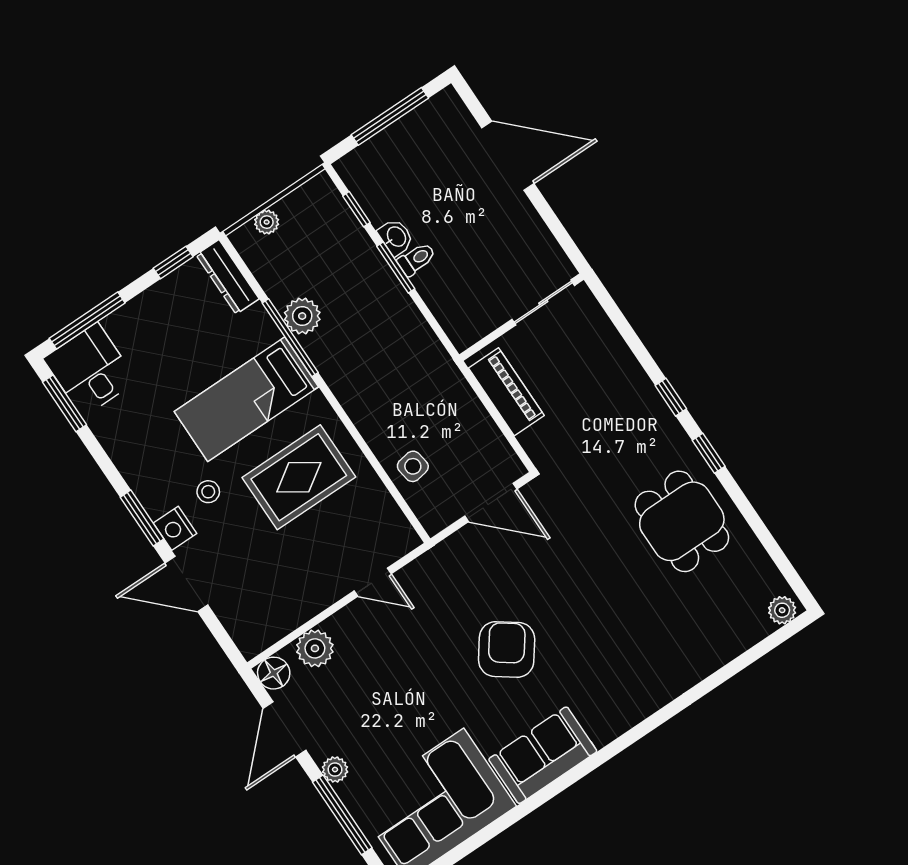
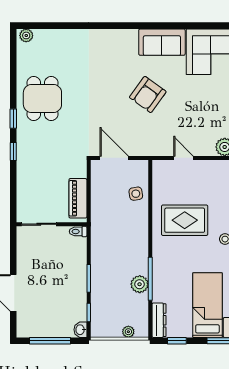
washbasin: (396, 237) -> (80, 330), moved
toilet: (416, 259) -> (78, 231), moved
bed: (246, 399) -> (207, 305), moved, turned -90

